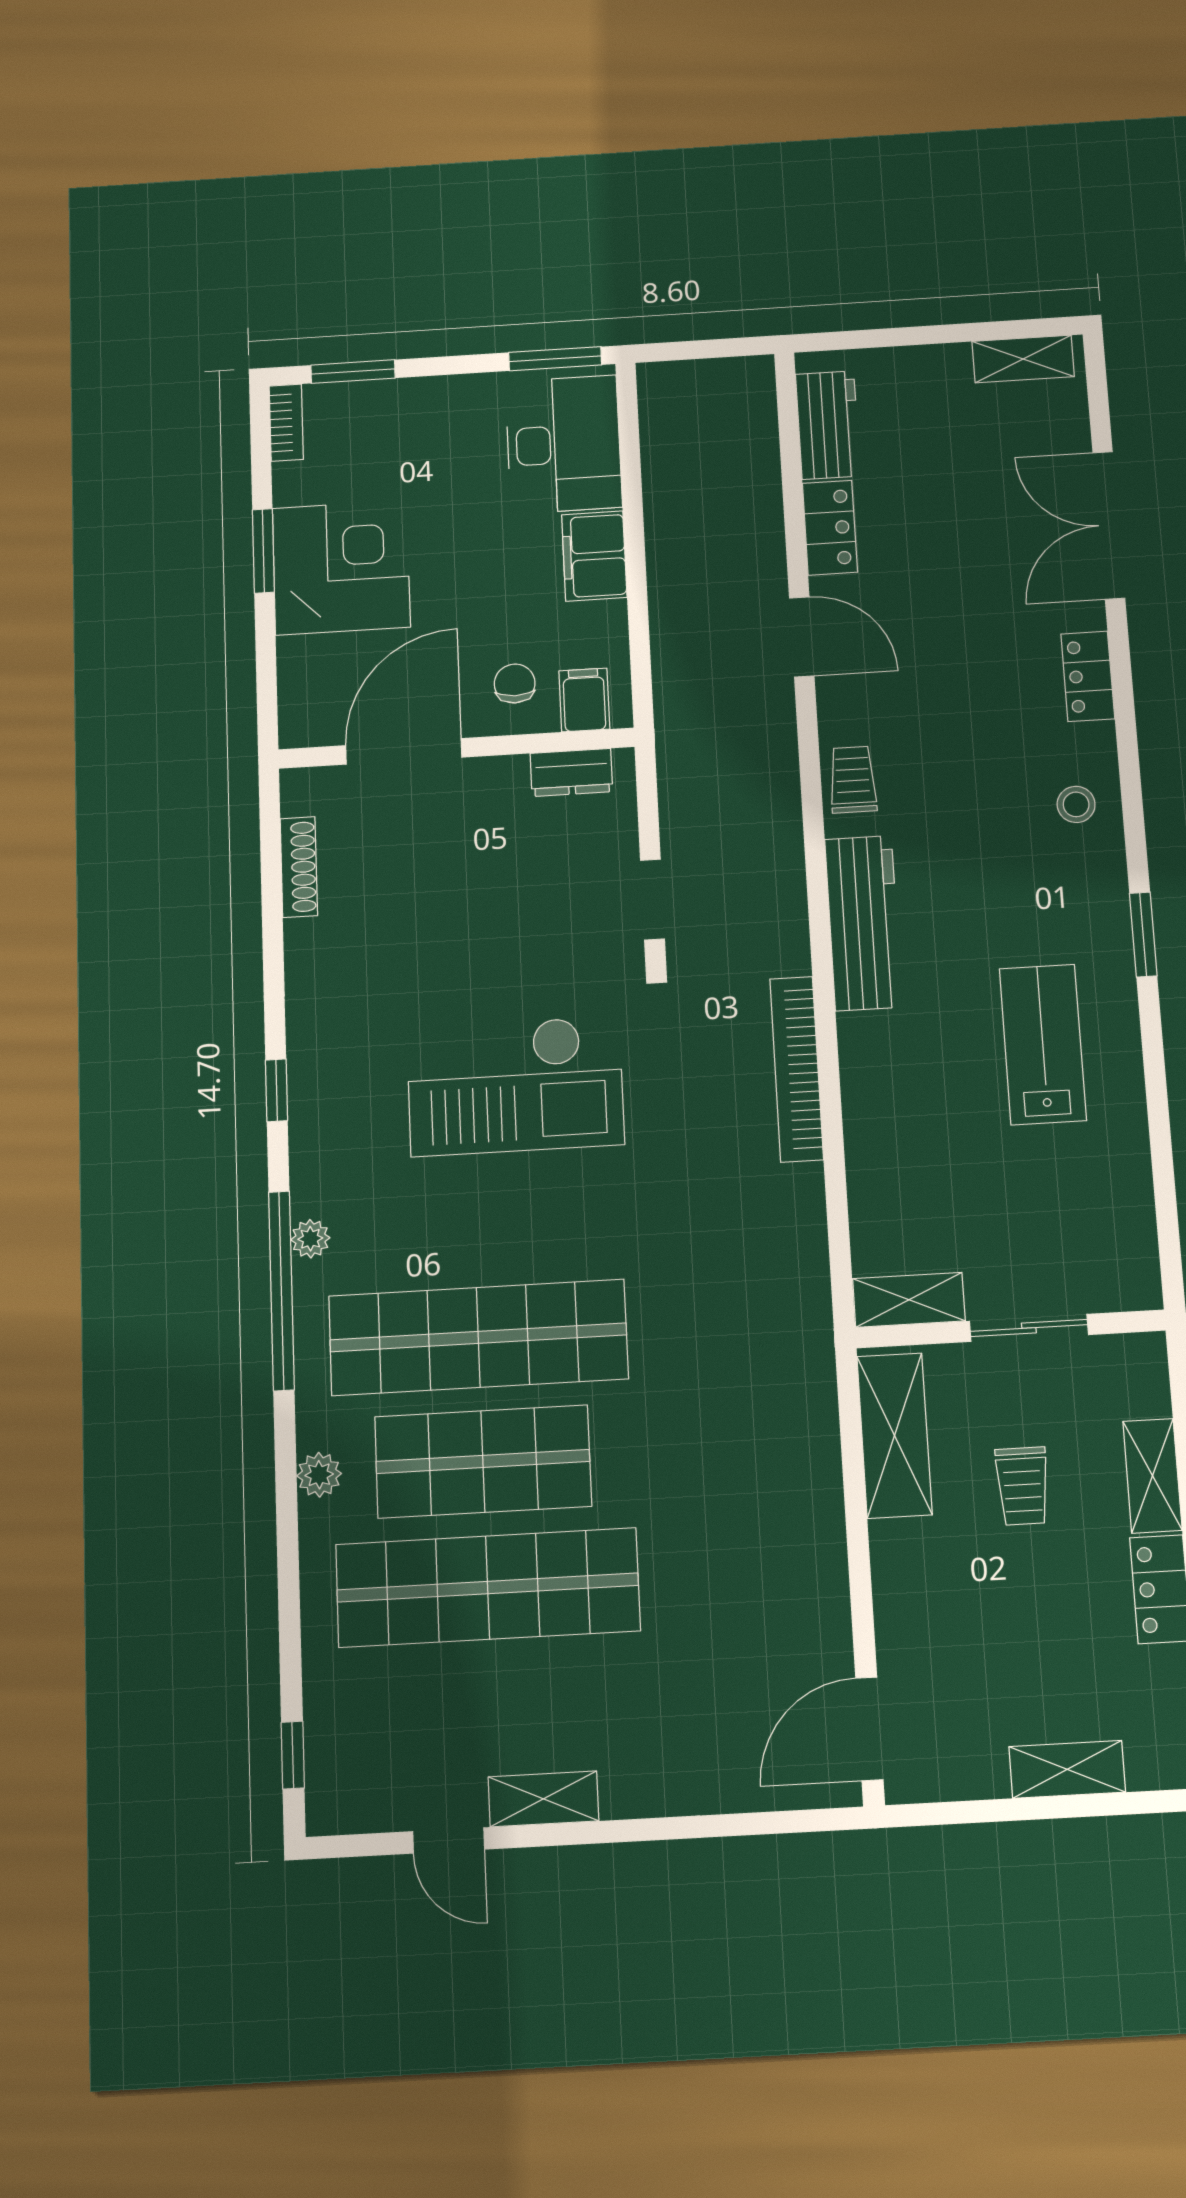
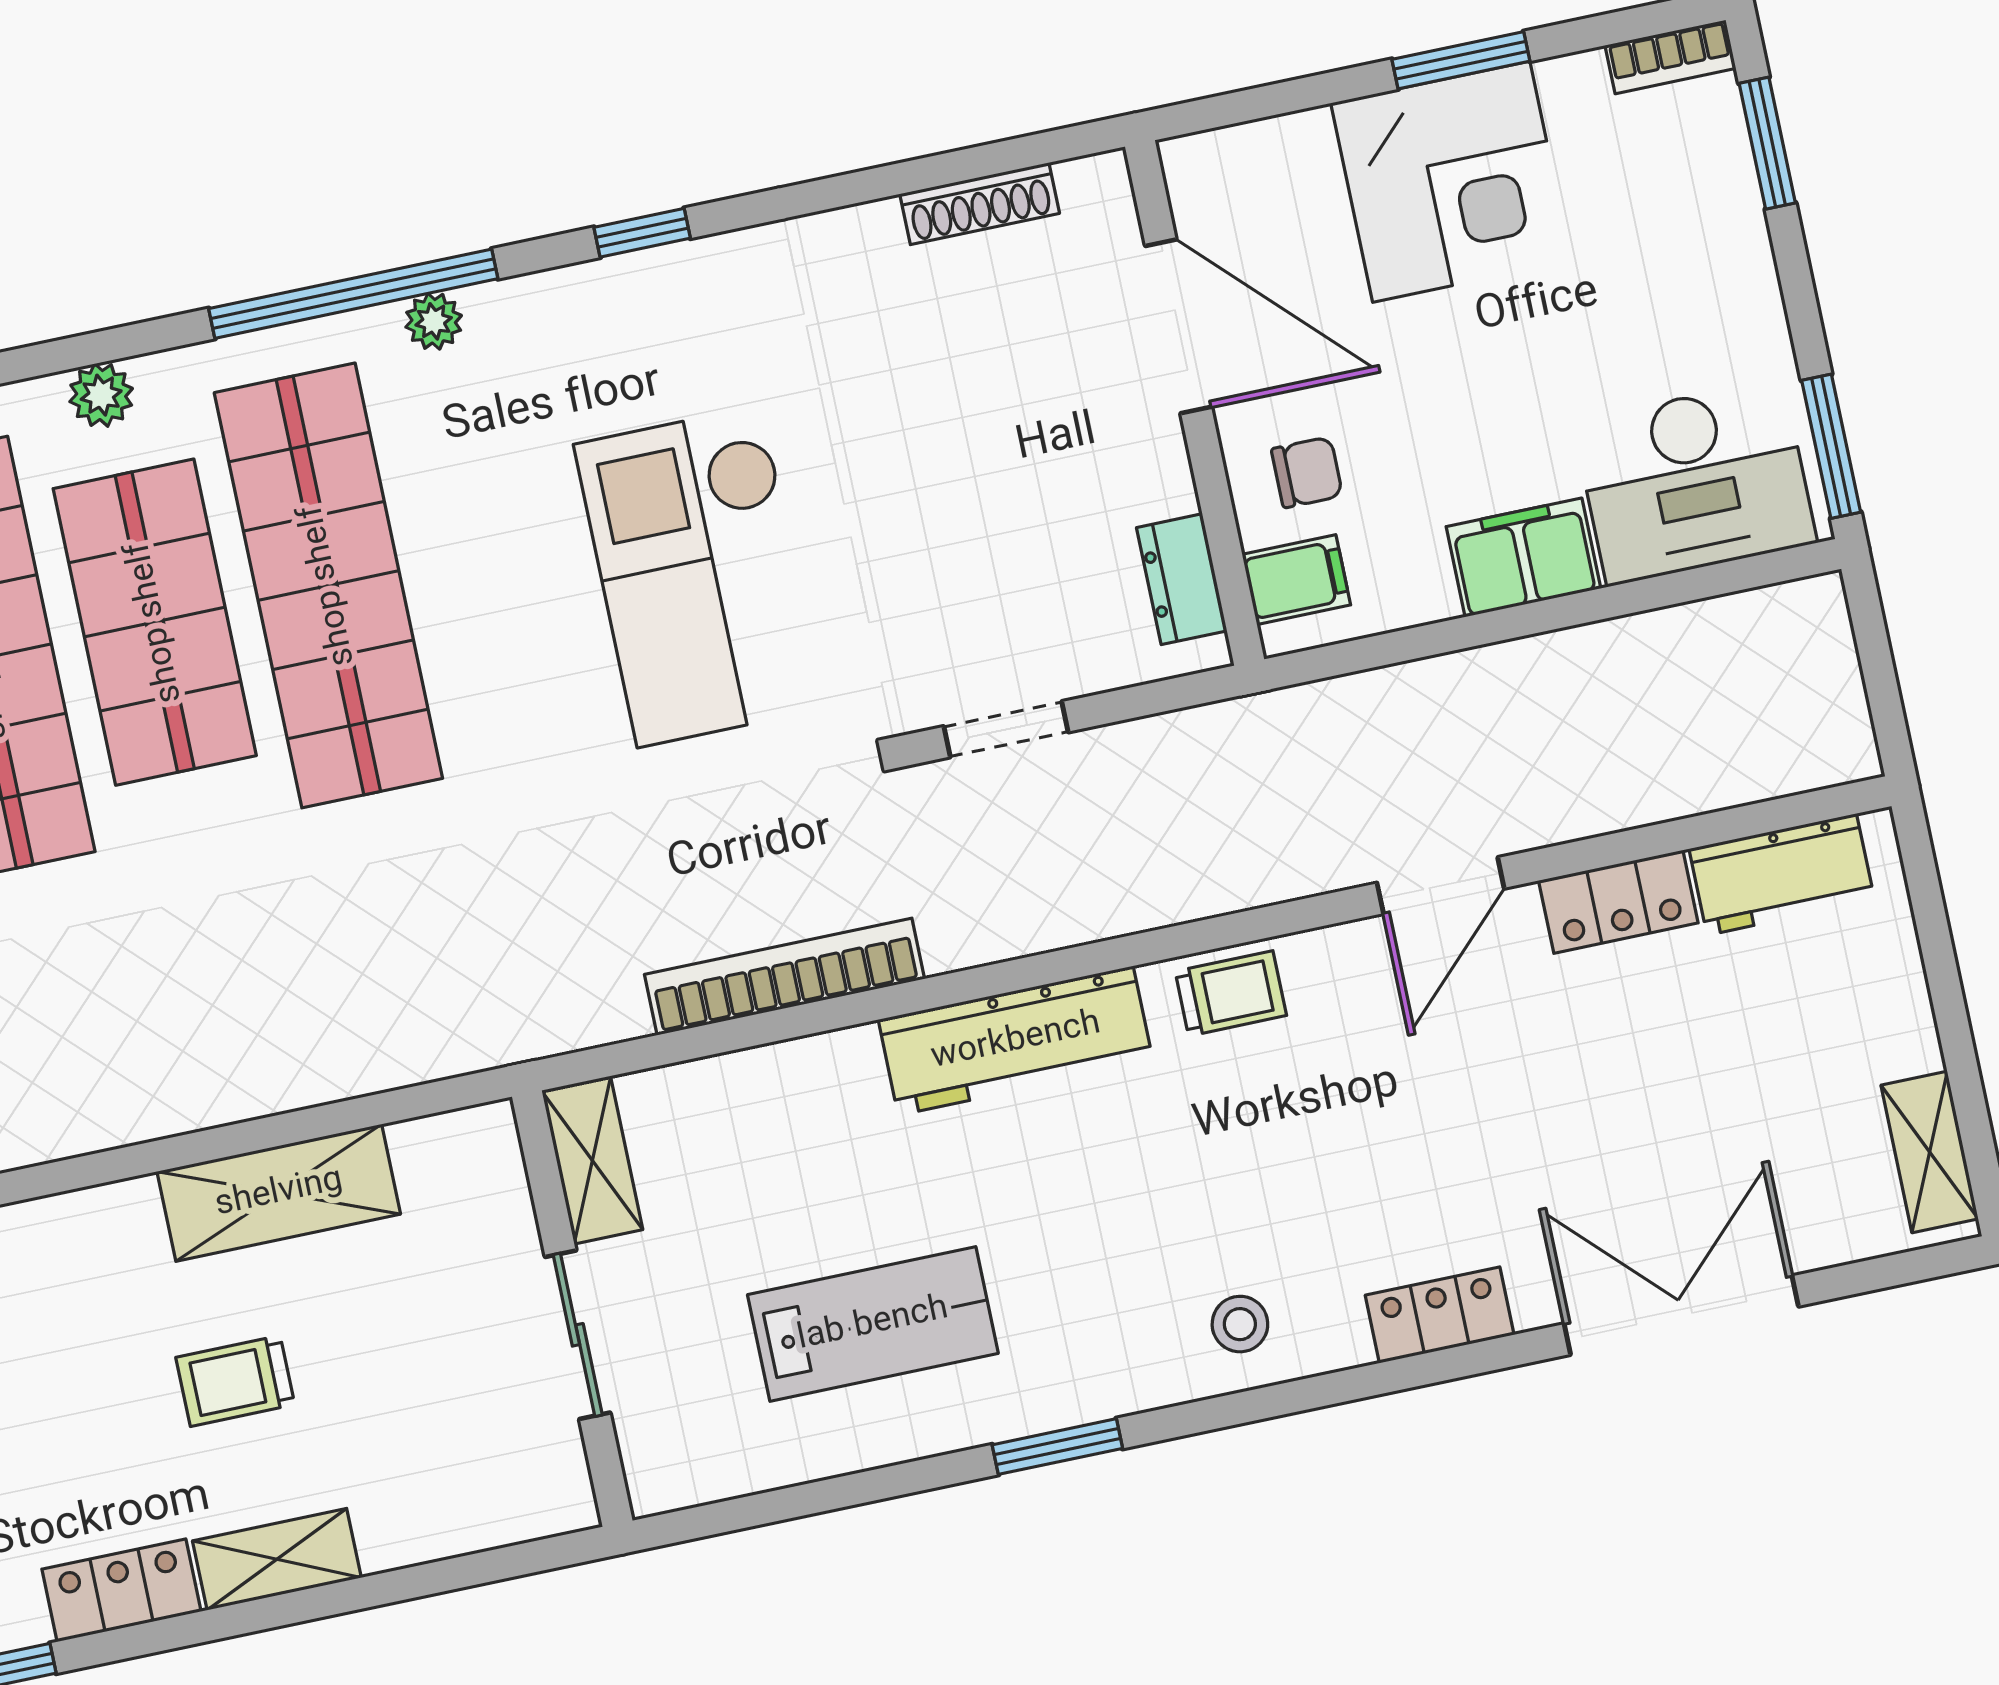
shelving: (909, 1300) -> (592, 1161), moved
sliding door: (1029, 1328) -> (578, 1335), moved
wall: (1010, 1329) -> (572, 1309), moved

